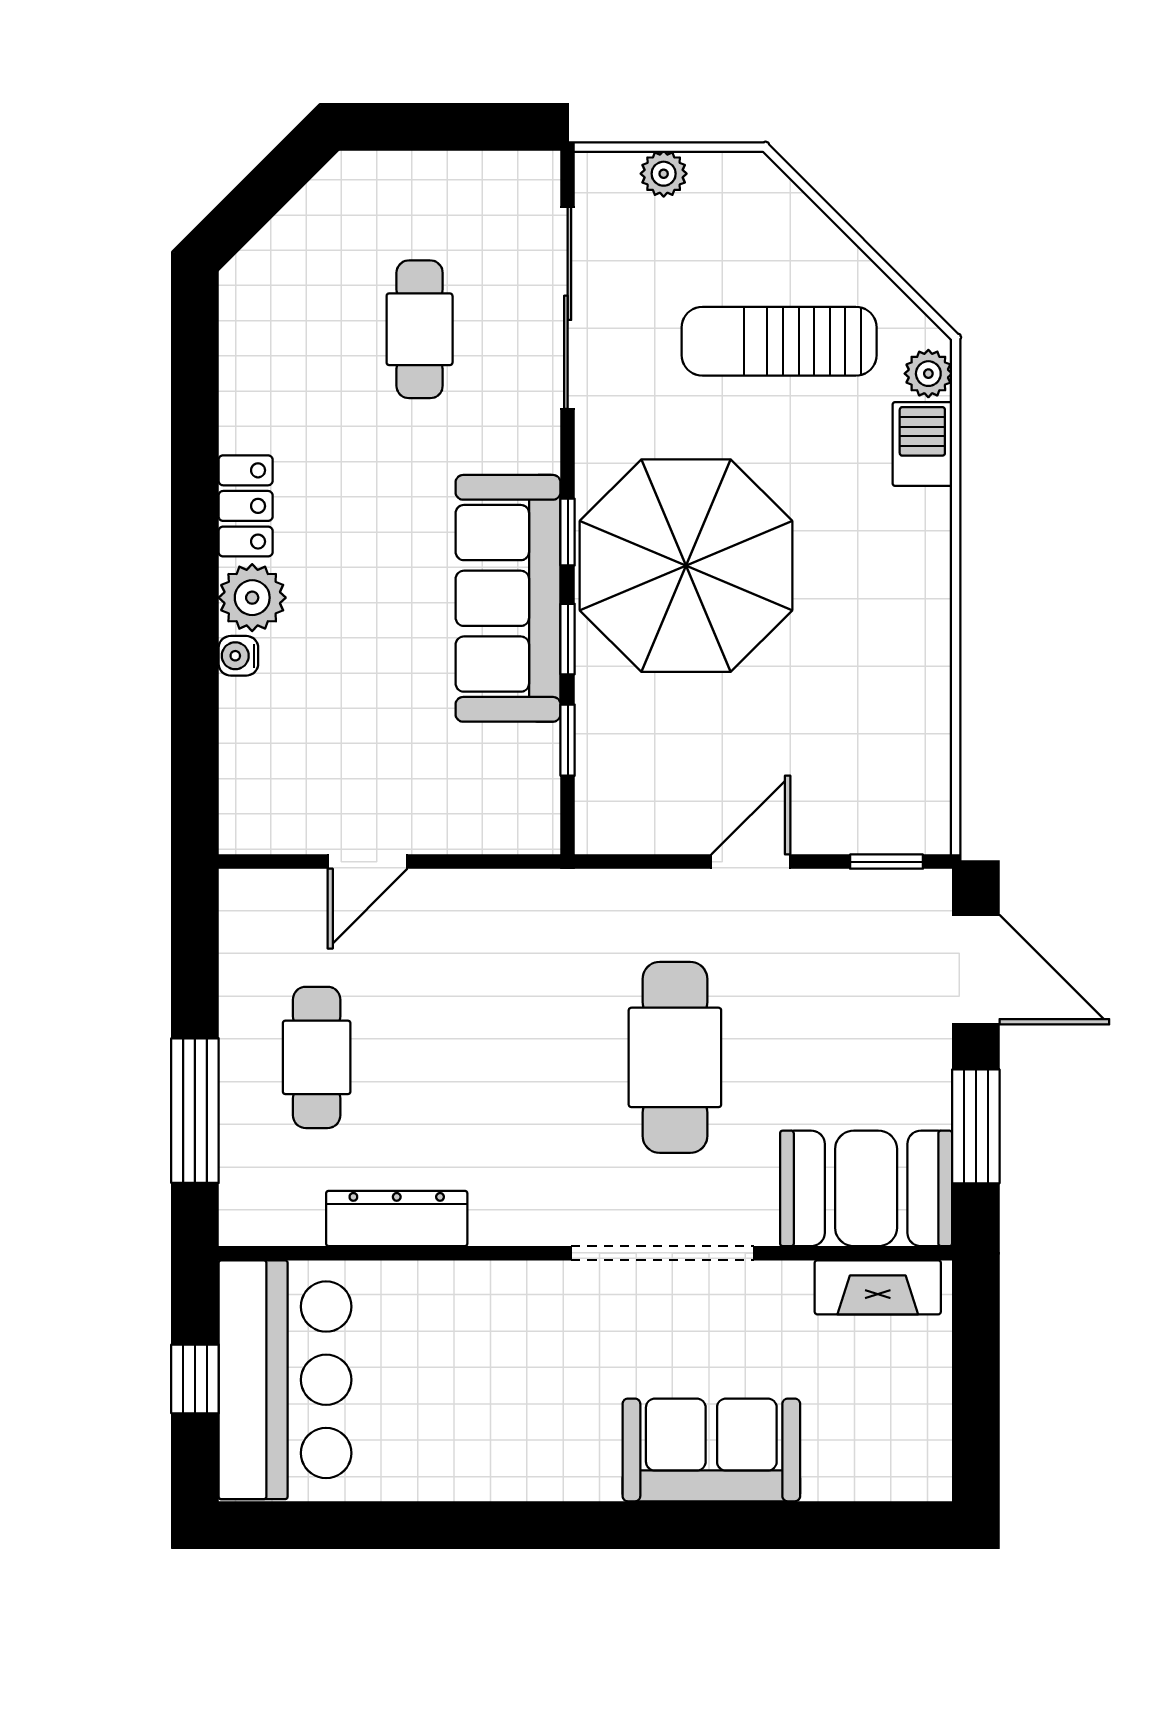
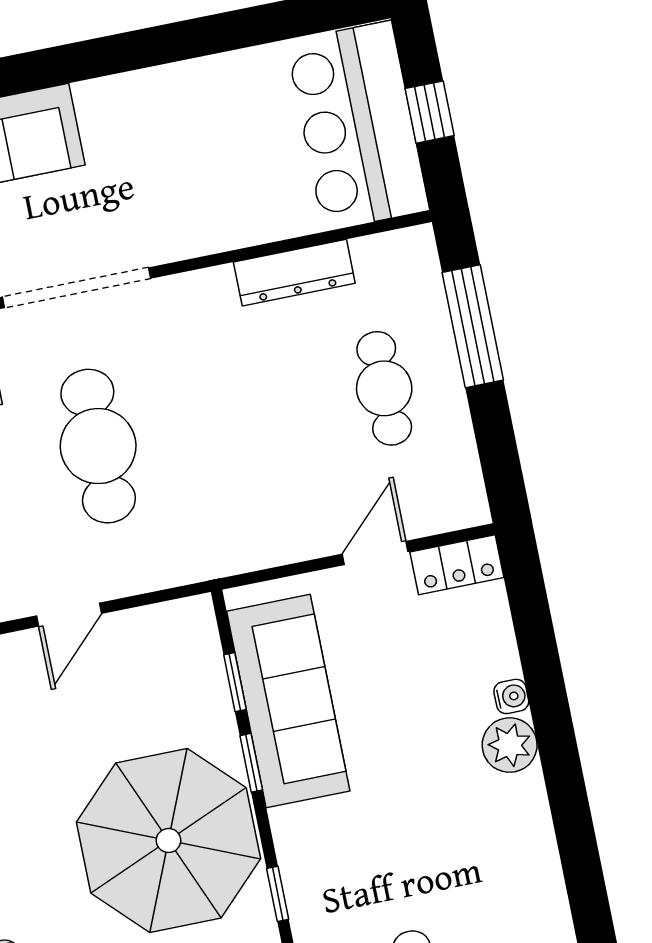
locker: (246, 506) -> (457, 565), moved, turned -90
window: (568, 532) -> (278, 894), moved
sofa: (508, 598) -> (288, 701), moved

